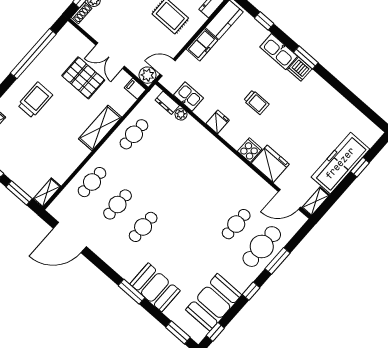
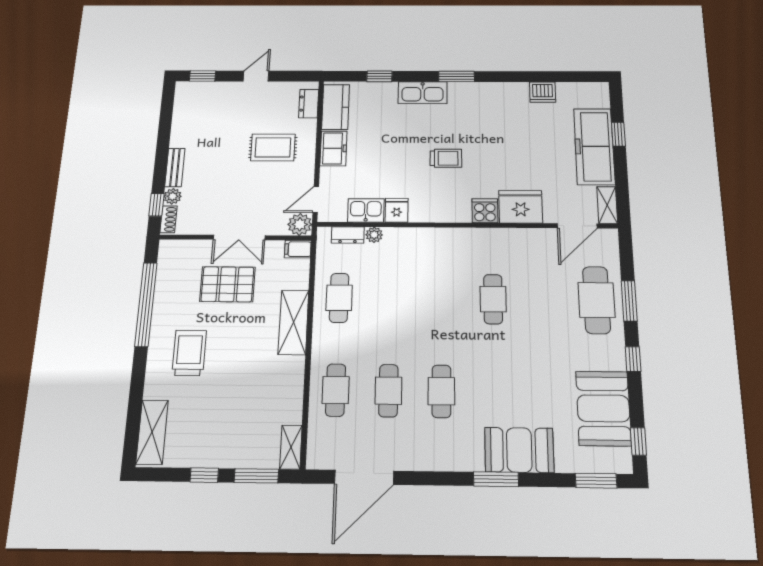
dishwasher: (300, 69) -> (543, 92), moved
fridge: (218, 122) -> (397, 210), moved
cafe table: (236, 224) -> (493, 299), moved

